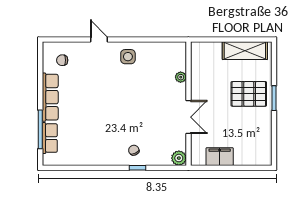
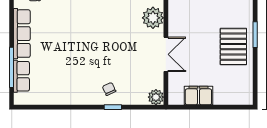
plant: (181, 77) -> (153, 18), width x1.87, depth x1.87
pallet: (249, 94) -> (233, 47), moved, turned 90

